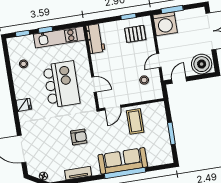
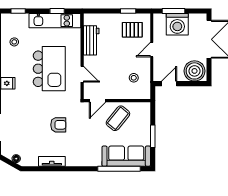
washing machine: (165, 24) -> (177, 24), moved
window: (45, 30) -> (57, 11), moved
workbench: (95, 39) -> (91, 40), moved
door: (159, 60) -> (152, 50), moved
coffee table: (135, 121) -> (118, 118), turned 39
sofa: (123, 161) -> (126, 156), moved
window: (125, 173) -> (119, 169), moved

